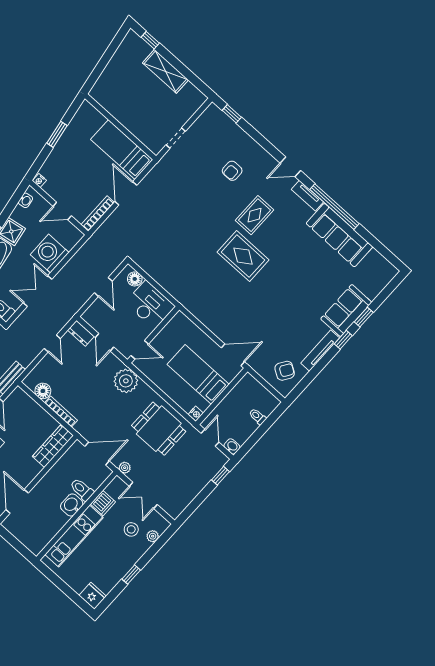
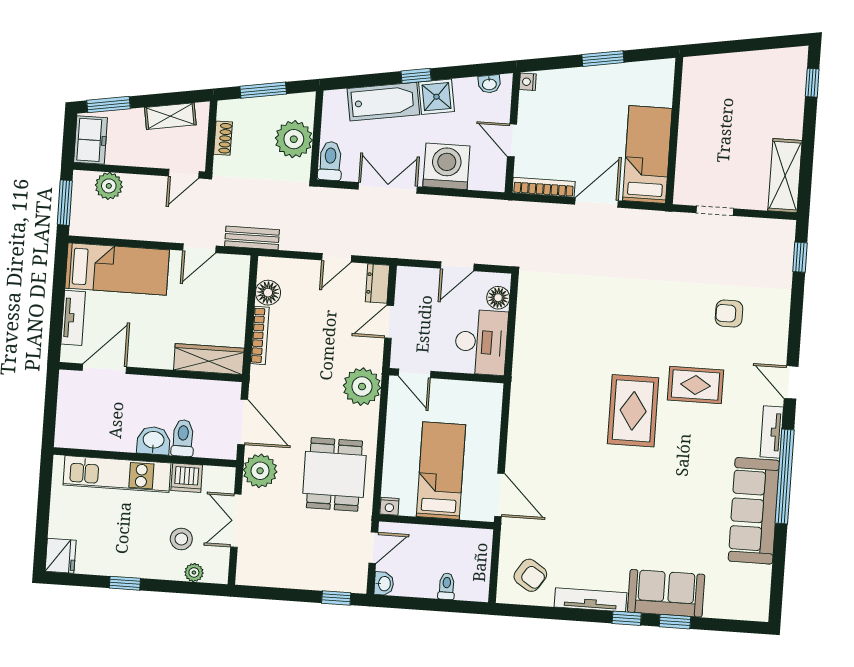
shelving: (165, 71) -> (785, 176), moved
plant: (125, 468) -> (260, 471), width x1.88, depth x1.88

